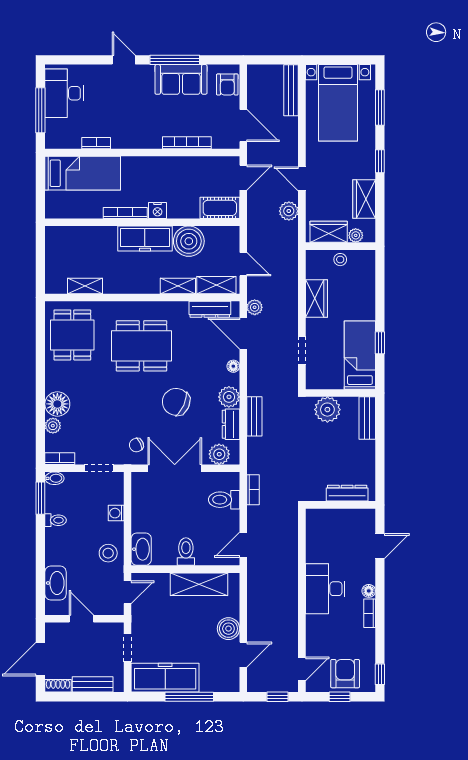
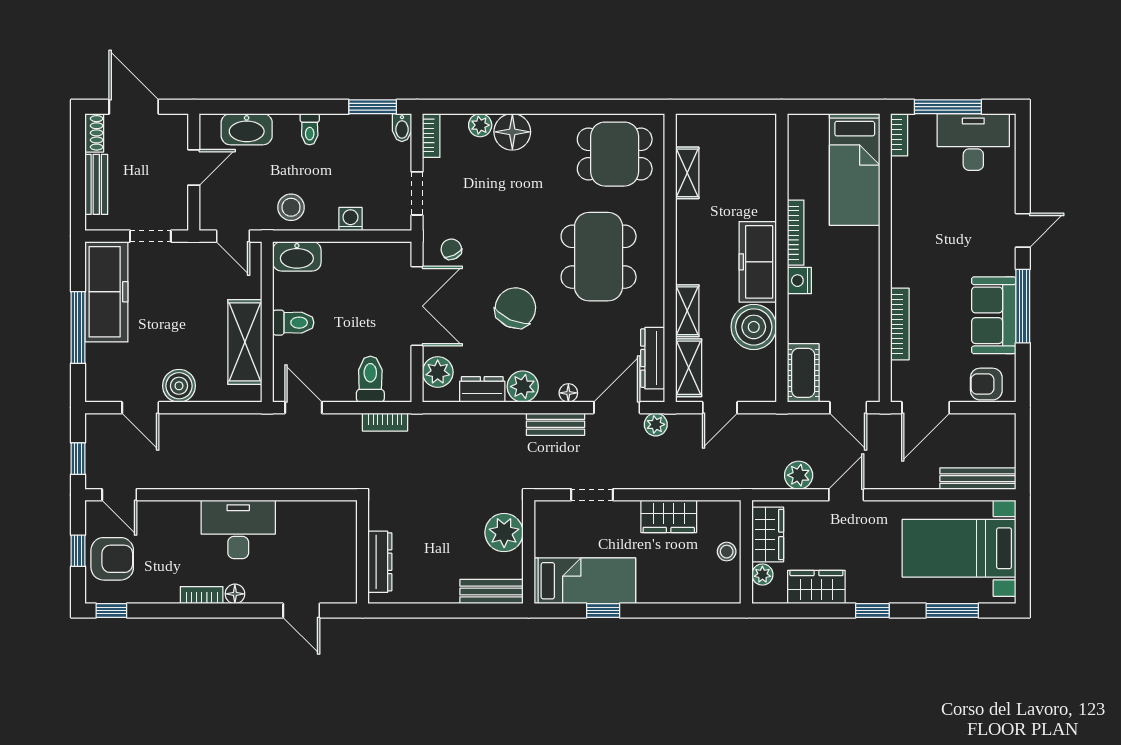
bookcase: (96, 143) -> (899, 135), moved
bench: (254, 416) -> (555, 424), moved
toilet: (56, 520) -> (310, 129), moved

